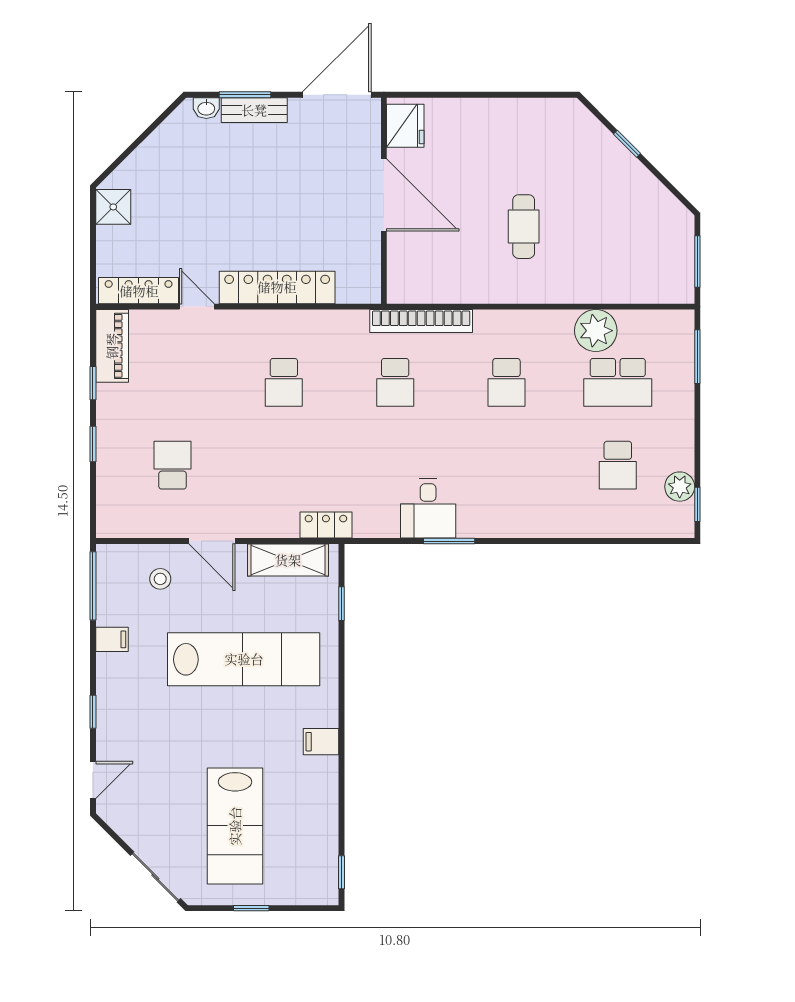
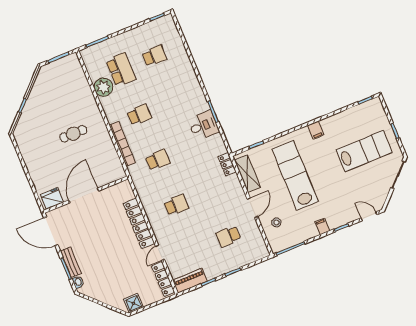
bookcase: (421, 321) -> (122, 144), moved
plant: (680, 487) -> (153, 27), removed
filing cabinet: (112, 639) -> (322, 226), moved

